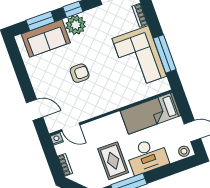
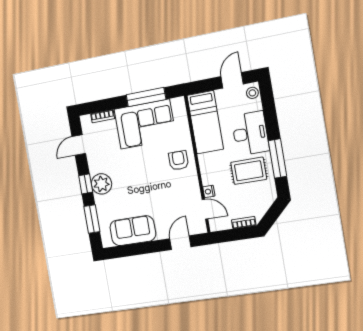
sofa: (46, 38) -> (133, 231), moved, turned -90
armchair: (80, 73) -> (179, 160), moved
door: (71, 127) -> (205, 209), hinge flipped
nightstand: (57, 139) -> (209, 191), moved

